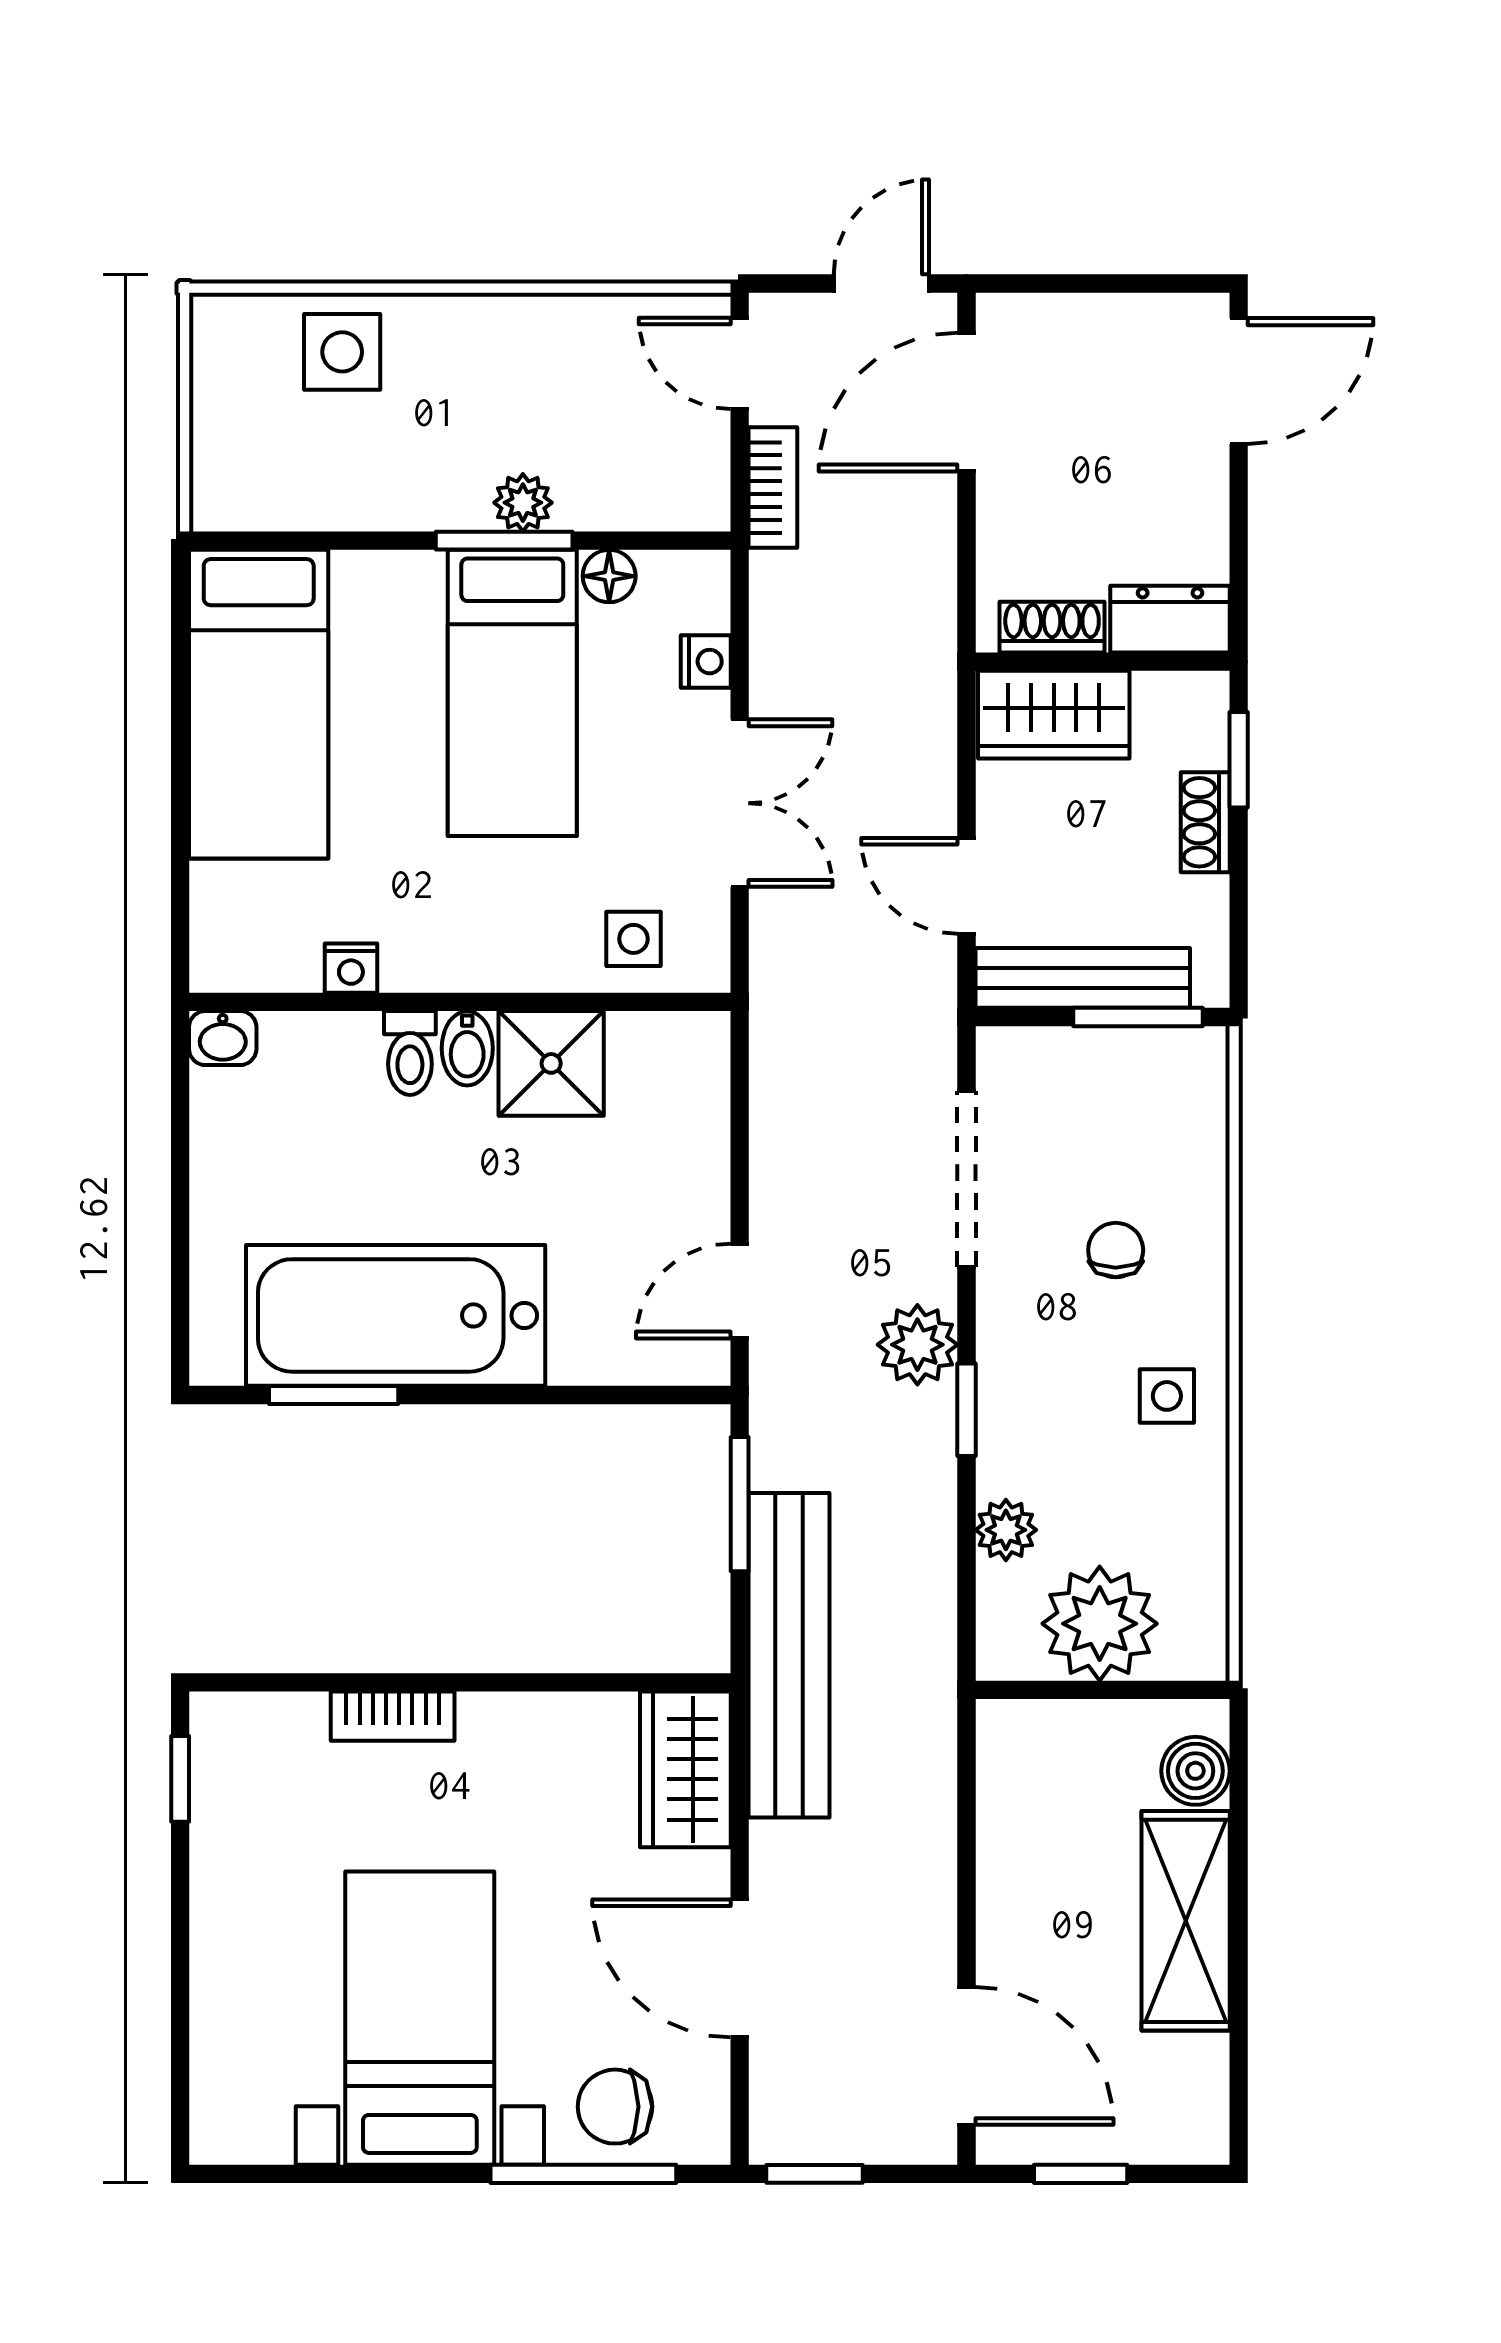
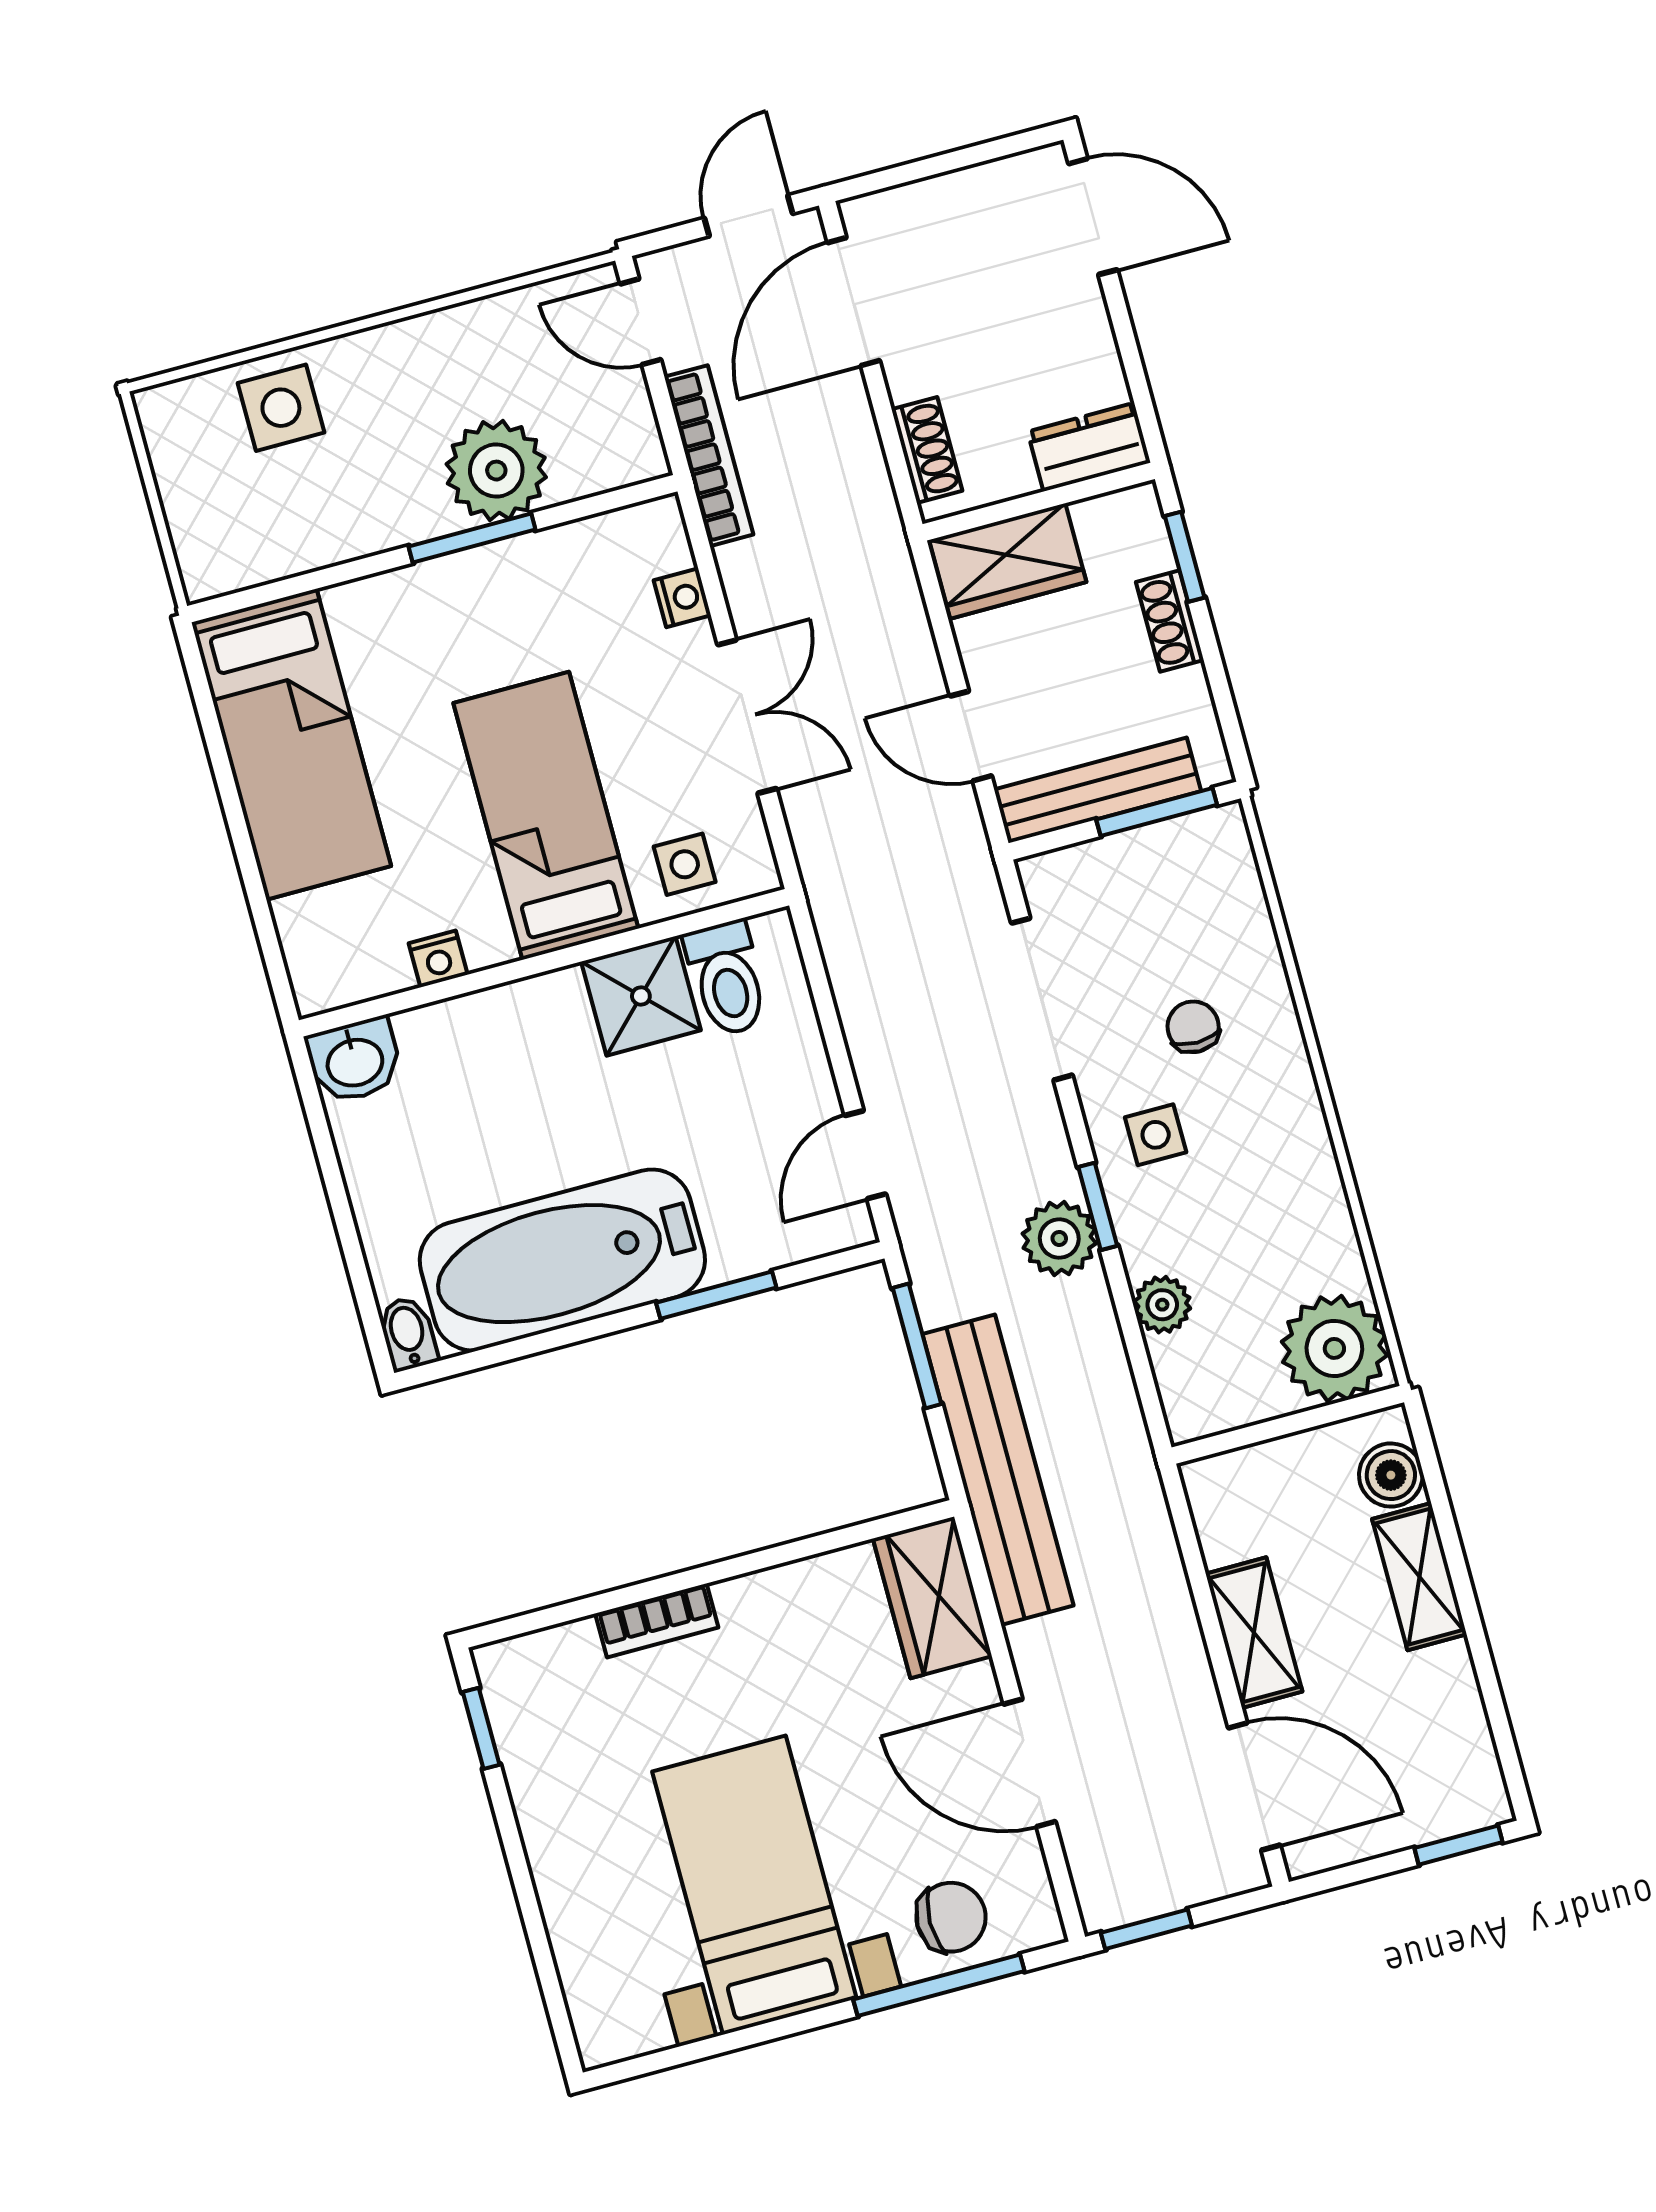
door: (1239, 381) -> (1093, 217), hinge flipped
bookcase: (773, 488) -> (709, 456), width x1.56
plant: (523, 503) -> (496, 471), width x1.88, depth x1.88
floor lamp: (609, 576) -> (575, 544), removed
shoe rack: (1052, 627) -> (927, 450), moved, turned 90
bed: (512, 693) -> (546, 816), moved, turned 180
washbasin: (223, 1038) -> (354, 1061), width x1.38, depth x1.45
bidet: (467, 1048) -> (408, 1334), moved, turned 180
toilet: (410, 1053) -> (727, 978), moved, width x1.37, depth x1.39
plant: (917, 1345) -> (1059, 1239), moved
window: (334, 1395) -> (716, 1295), moved
side table: (1167, 1396) -> (1156, 1135), moved
plant: (1100, 1624) -> (1334, 1348), moved
shelving: (1009, 1896) -> (1254, 1633), added
shelving: (1186, 1921) -> (1419, 1577), width x0.67, depth x0.75
chair: (615, 2107) -> (951, 1917), turned 180
window: (1081, 2174) -> (1458, 1845), moved

